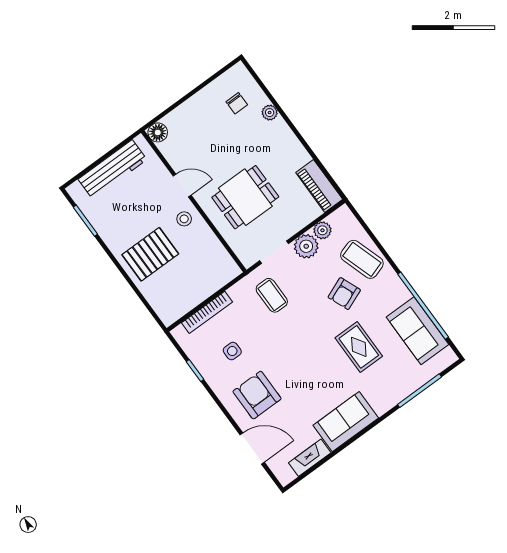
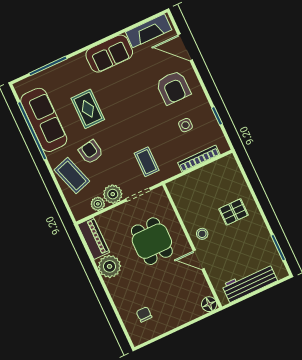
plant: (270, 113) -> (110, 266), moved, width x1.88, depth x1.88
dining table: (245, 197) -> (152, 241), turned 90
pallet: (150, 254) -> (234, 212), width x0.67, depth x0.71
armchair: (344, 294) -> (91, 152), turned -78
sofa: (418, 331) -> (44, 120), width x1.36
fireplace: (310, 458) -> (149, 31), width x1.37, depth x1.32

